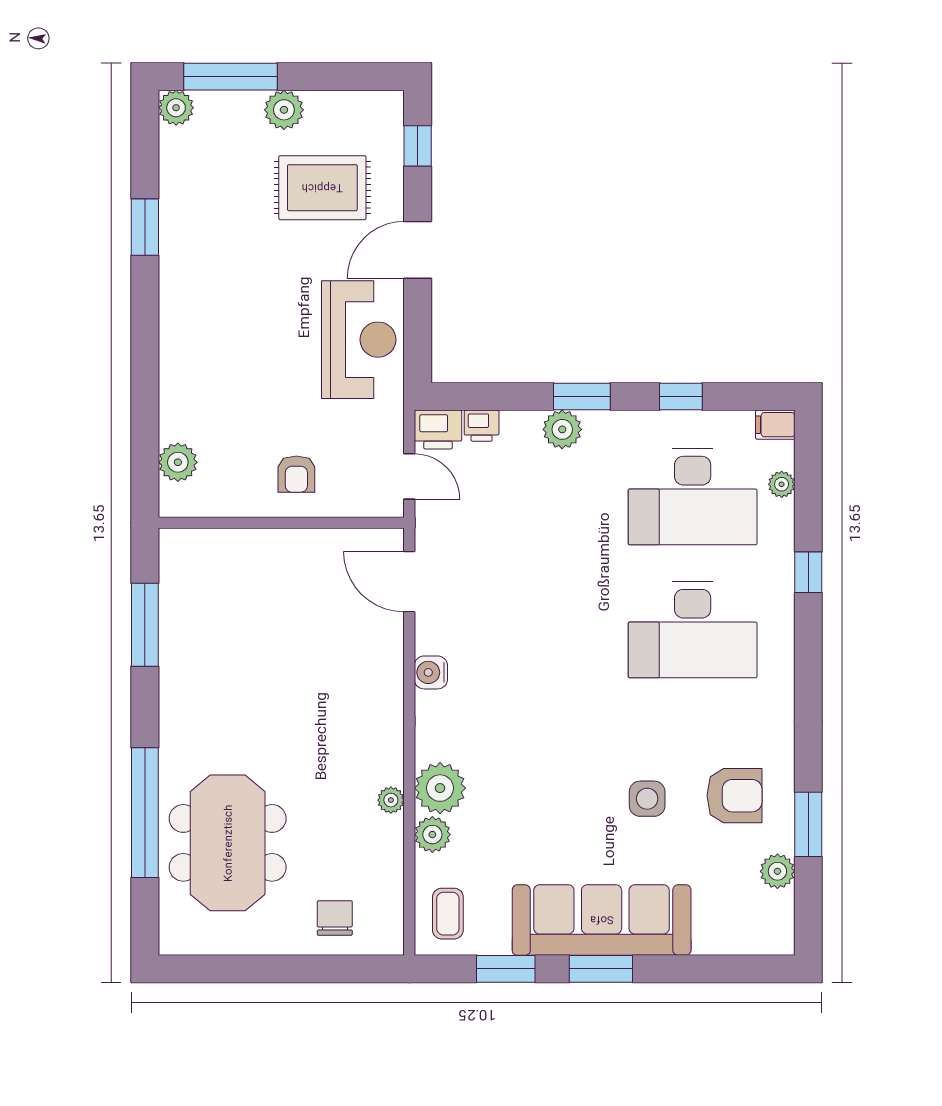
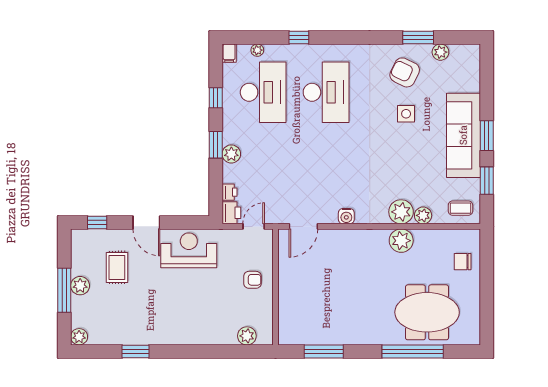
window: (231, 77) -> (64, 290), moved
rug: (322, 188) -> (117, 267), width x0.73, depth x0.70
armchair: (734, 796) -> (405, 72), turned -64
plant: (391, 800) -> (401, 241), width x1.87, depth x1.87

